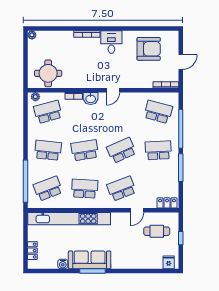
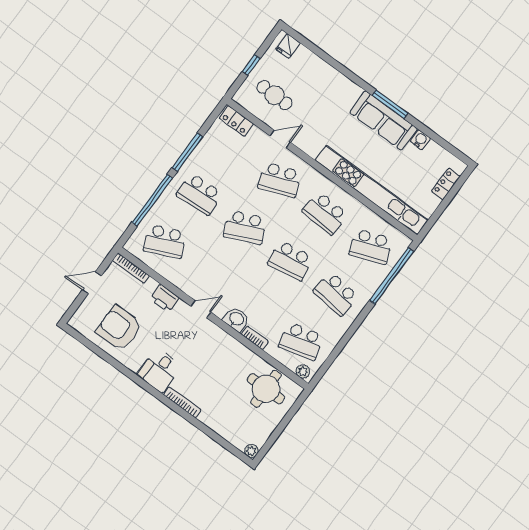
printer: (136, 82) -> (165, 299), added
school desk: (158, 112) -> (165, 241), turned -39

